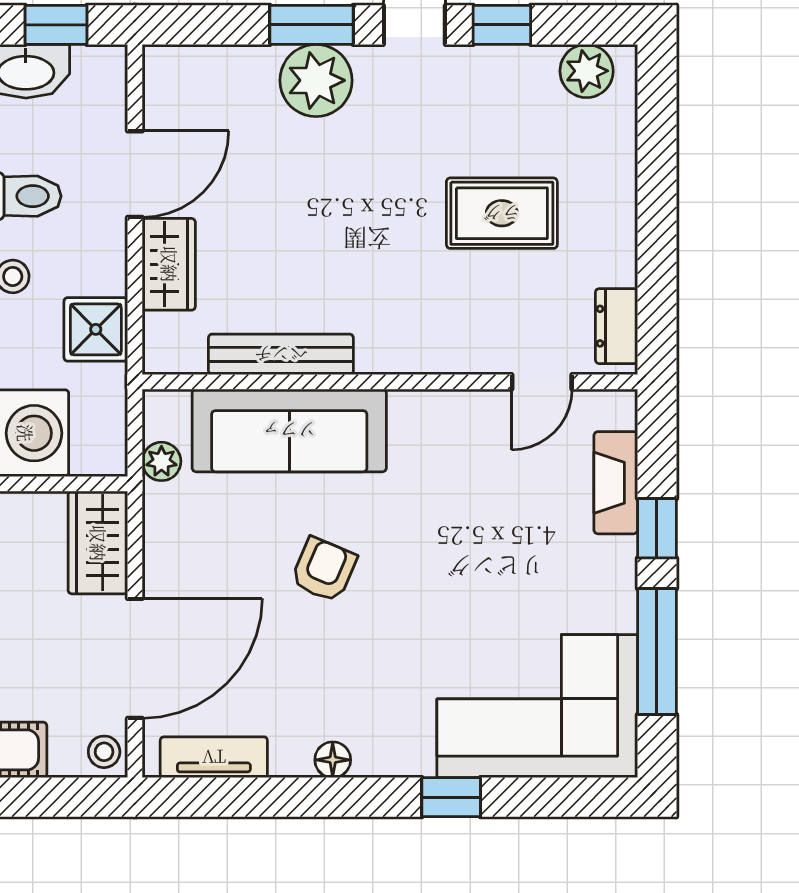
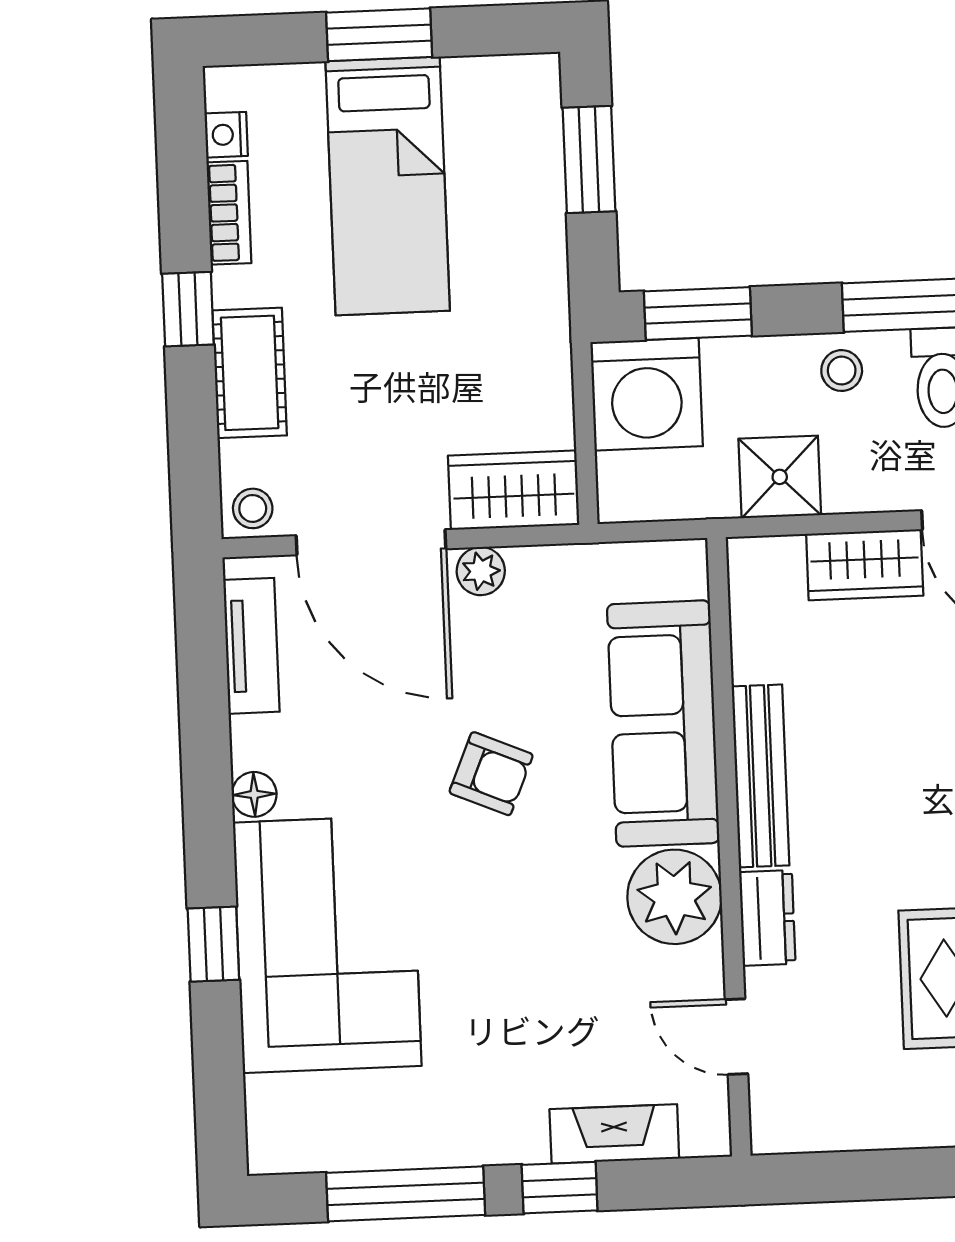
dresser: (616, 326) -> (767, 918), moved, turned 90
bench: (281, 354) -> (761, 776), moved
plant: (428, 427) -> (675, 897), added
plant: (161, 461) -> (481, 571), moved
corner sofa: (537, 706) -> (327, 944), moved

